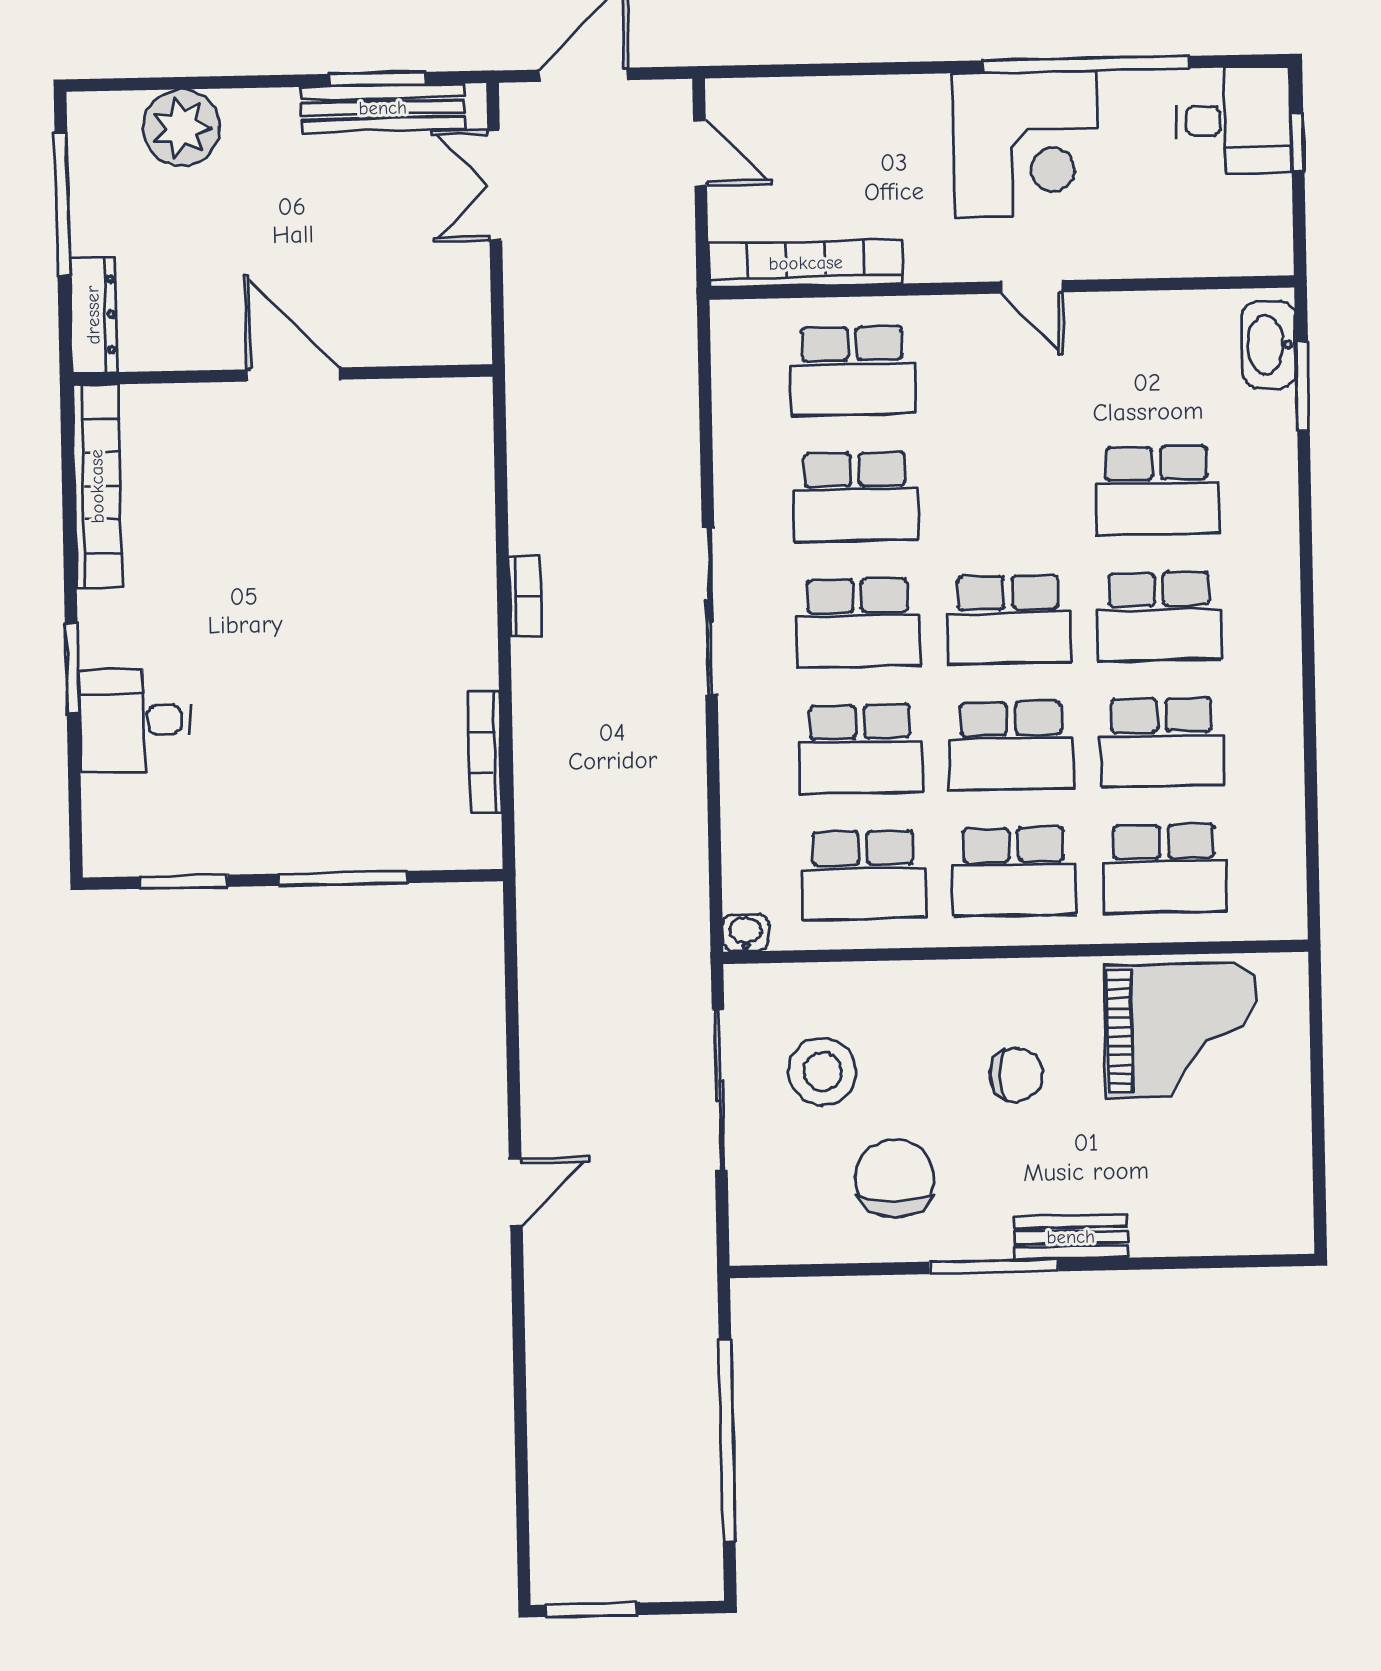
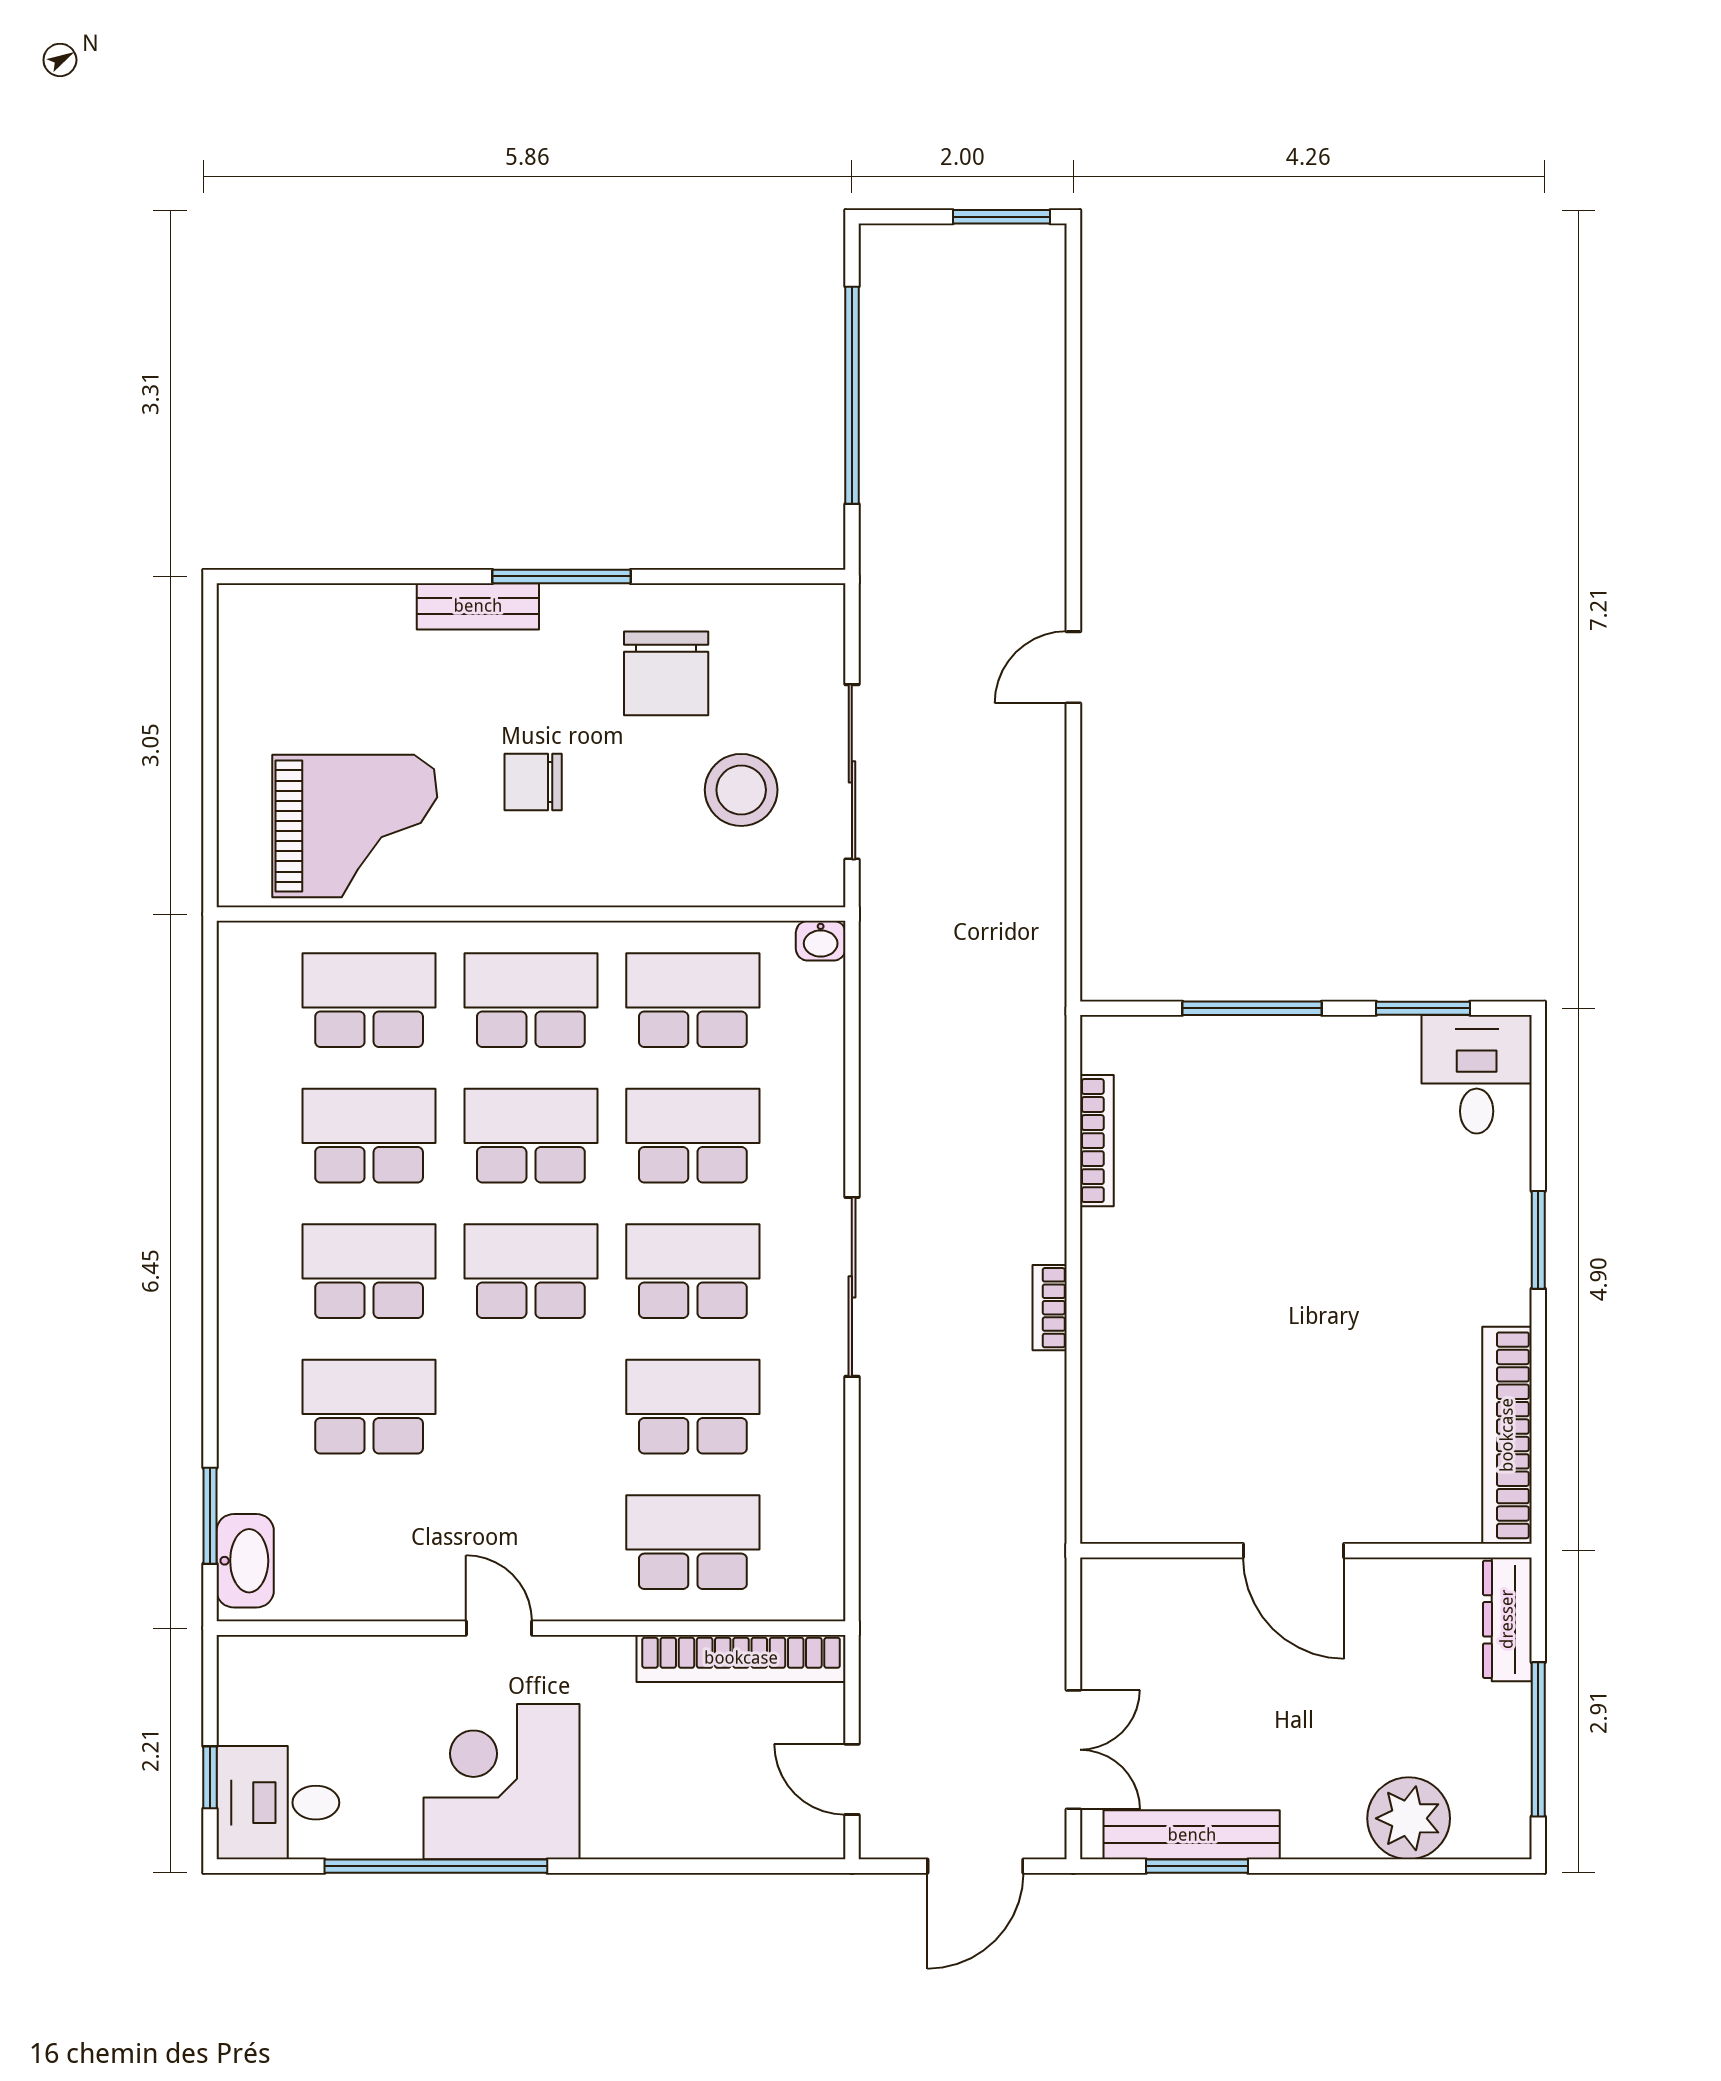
desk: (135, 720) -> (1477, 1074), moved, turned -90
grand piano: (1181, 1030) -> (355, 826), turned 180

